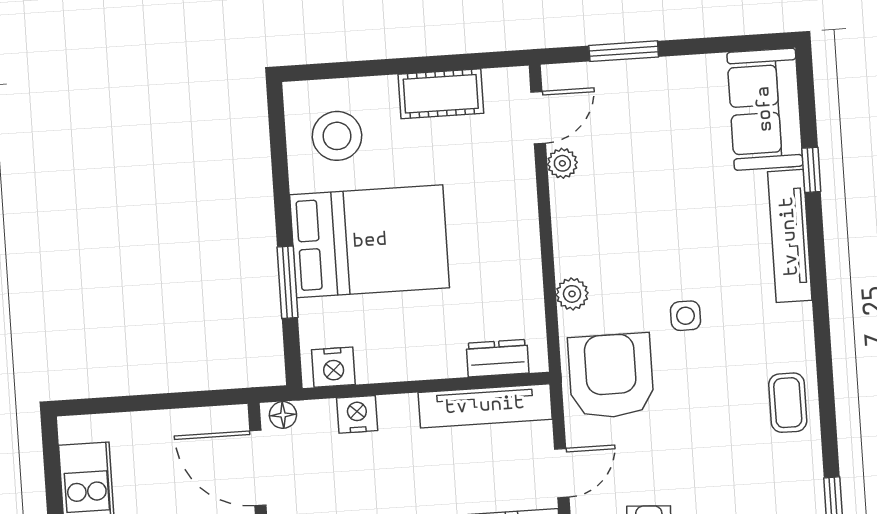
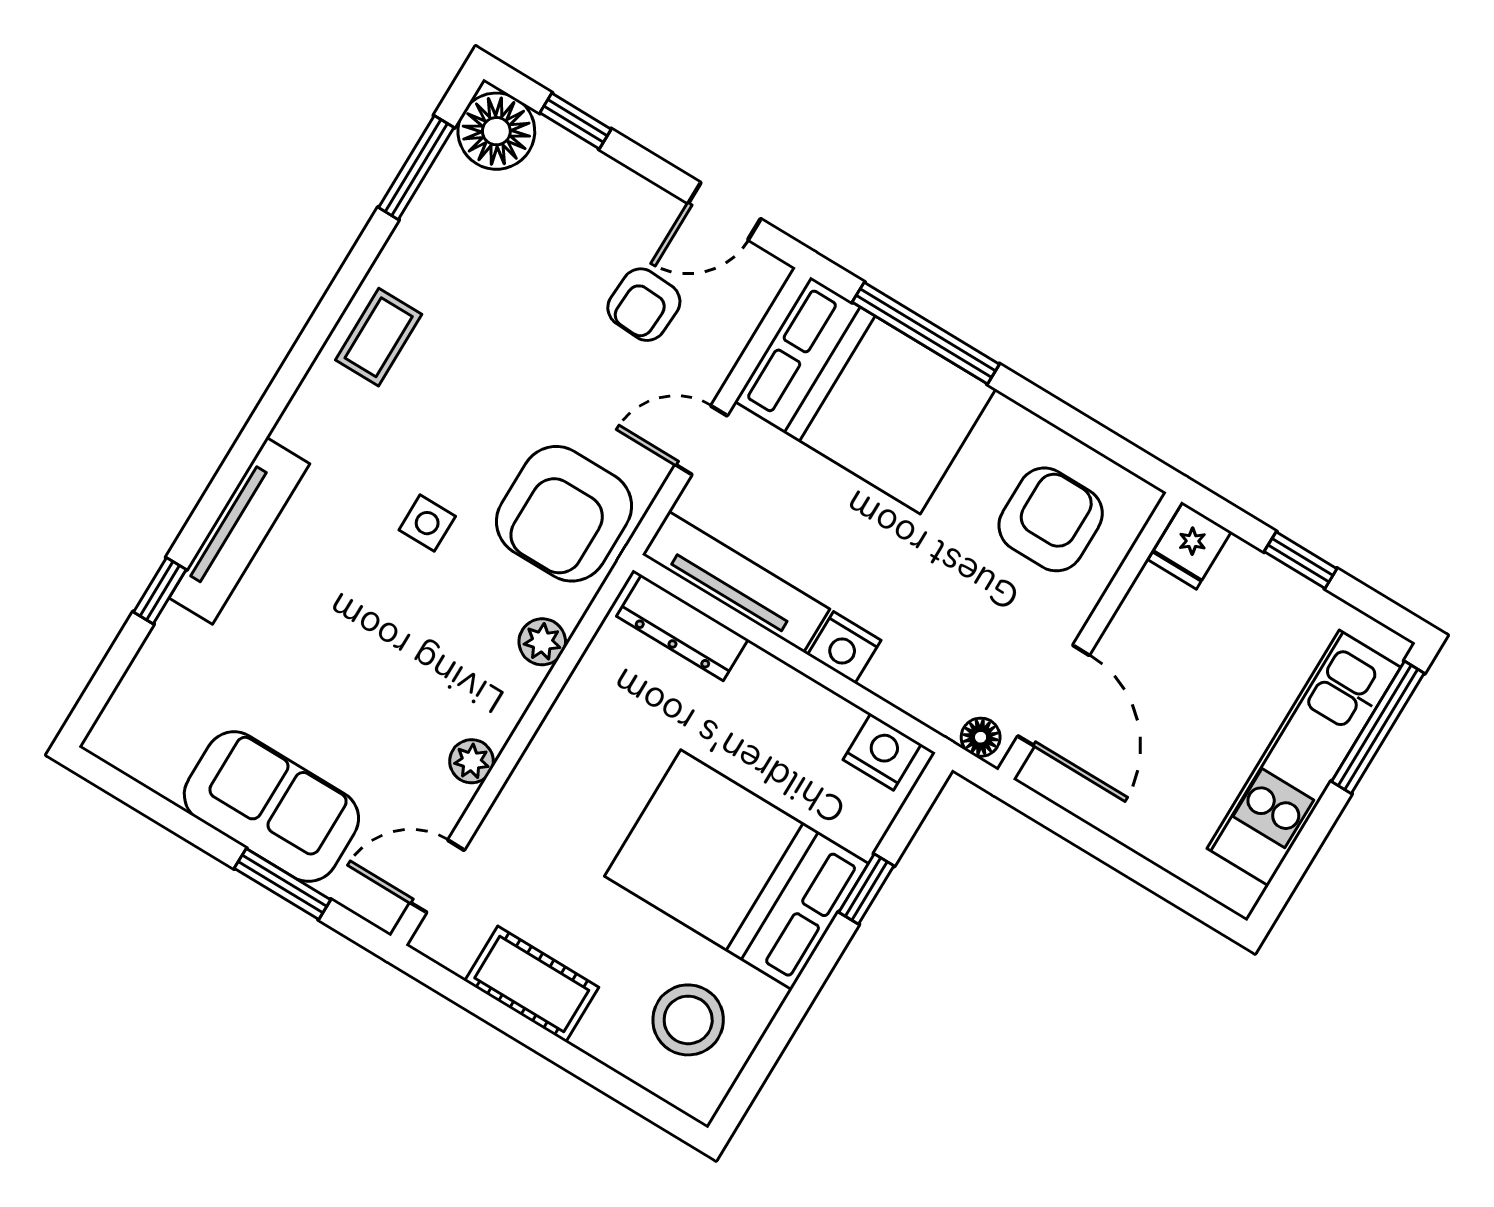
sofa: (765, 109) -> (271, 807), moved, turned -90
plant: (562, 163) -> (472, 761), moved
window: (287, 282) -> (866, 889), width x0.67
dresser: (498, 358) -> (682, 628), width x1.44
nightstand: (357, 414) -> (844, 647), moved

